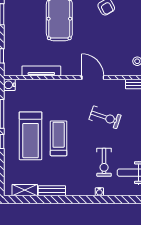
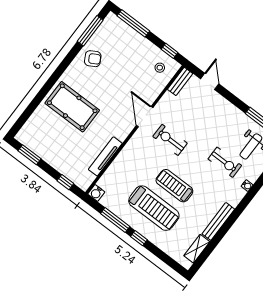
door: (93, 78) -> (145, 117), hinge flipped
exercise bike: (105, 117) -> (170, 140), moved, turned -109
bench: (52, 191) -> (218, 221), width x1.36

